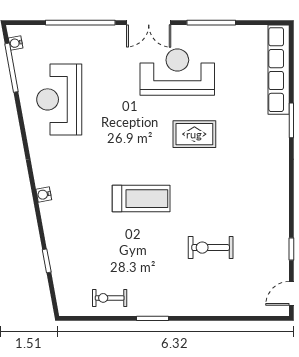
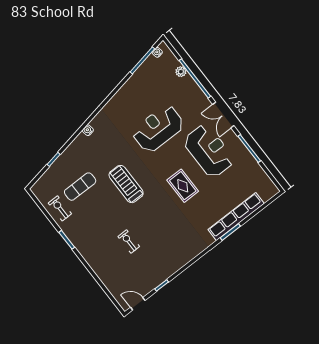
plant: (60, 33) -> (181, 72), added
row of seats: (279, 70) -> (236, 217), moved
reception desk: (59, 99) -> (158, 129), moved
treadmill: (141, 199) -> (126, 184), turned 180
exercise bike: (211, 248) -> (129, 242), width x0.73, depth x0.72
exercise mat: (102, 255) -> (80, 187), added

